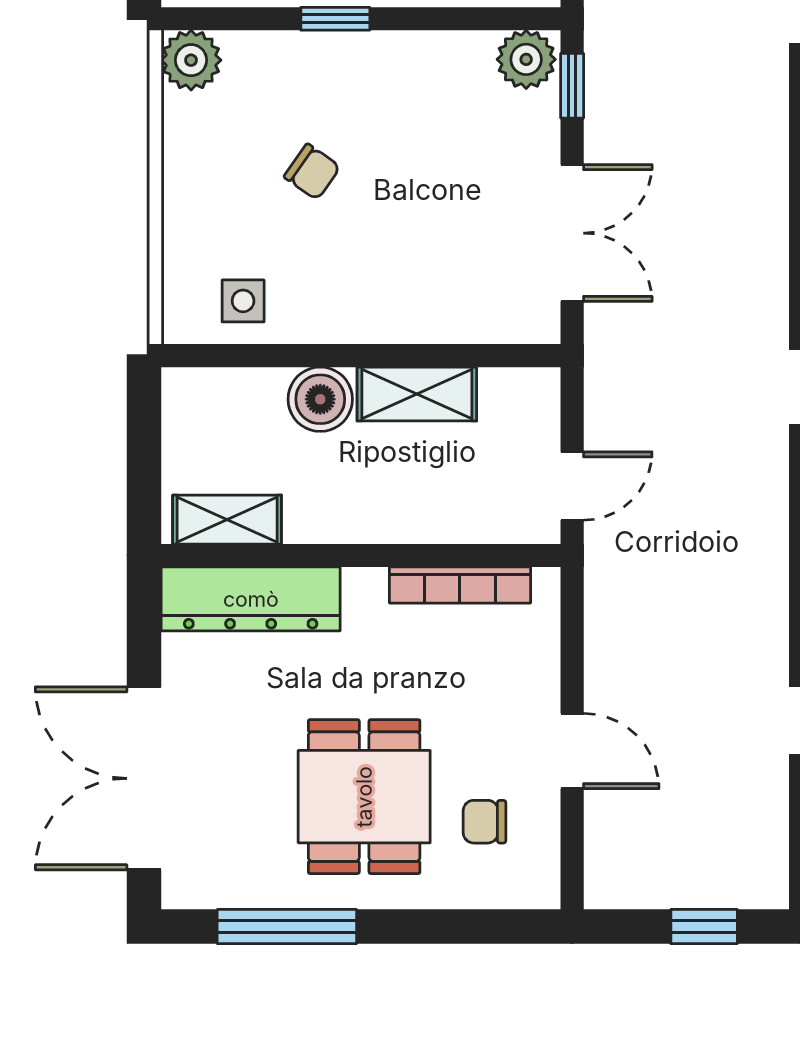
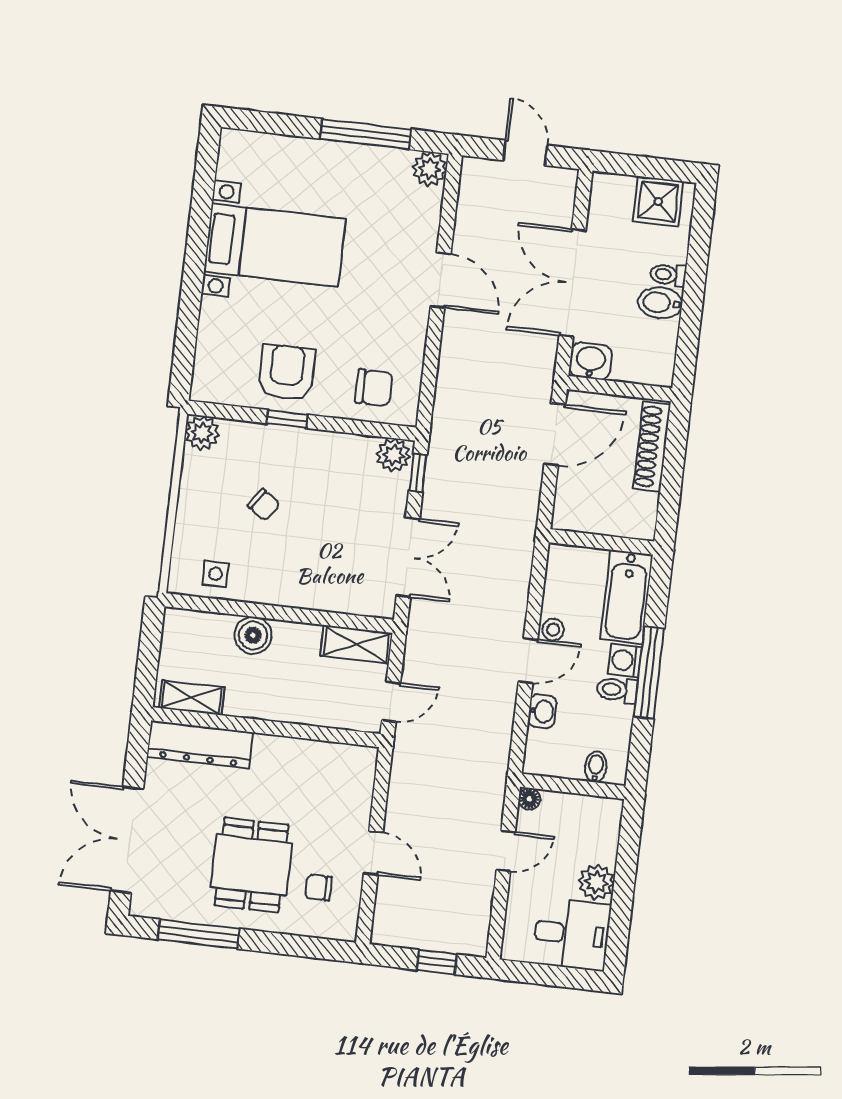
shelving: (417, 394) -> (357, 644), moved
bookcase: (460, 585) -> (320, 751), removed

